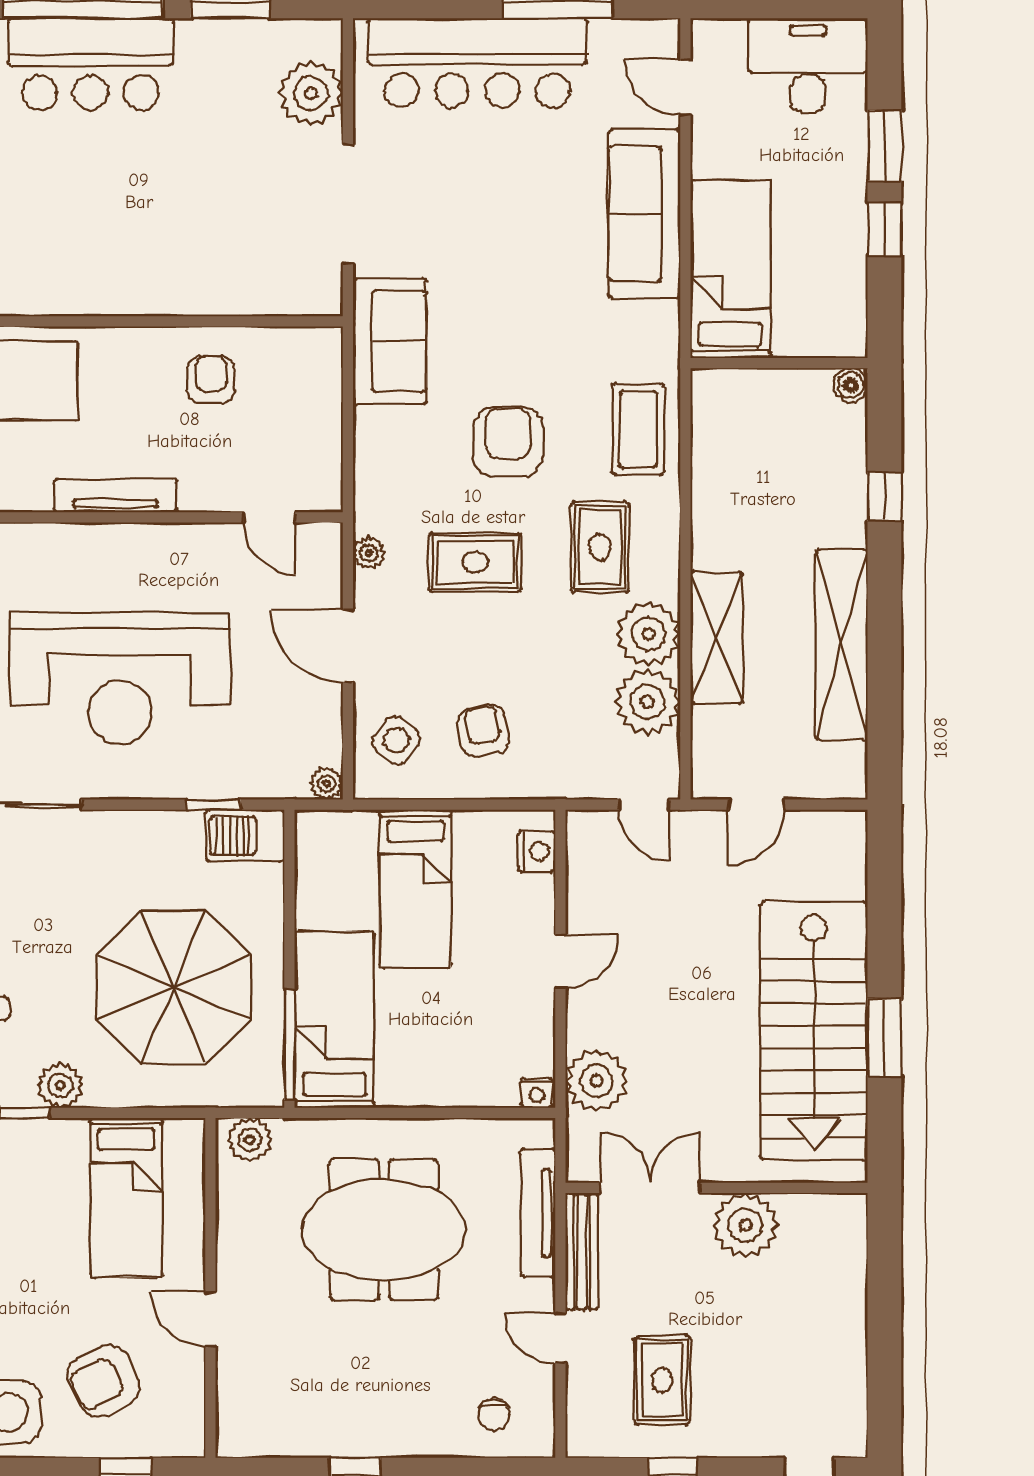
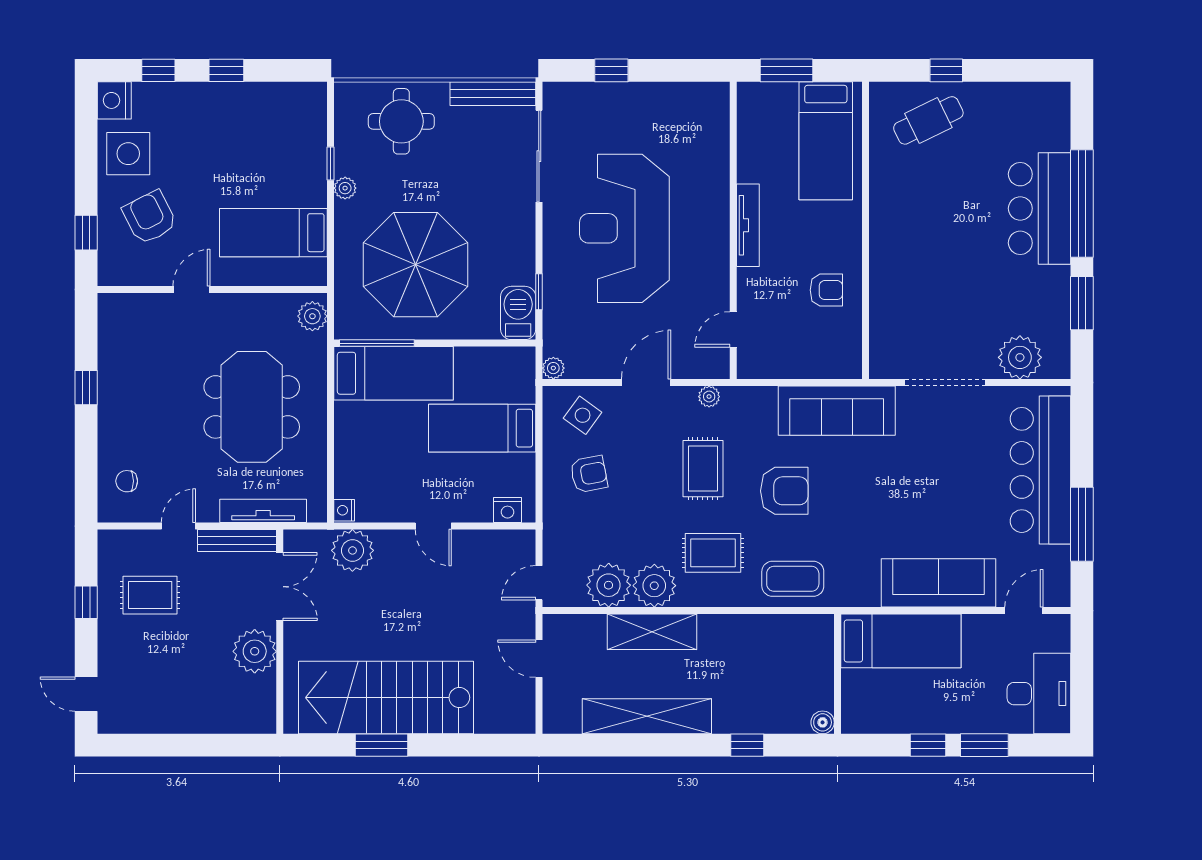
sofa: (390, 341) -> (837, 411), width x1.36
plant: (60, 1085) -> (345, 188), width x0.73, depth x0.73

